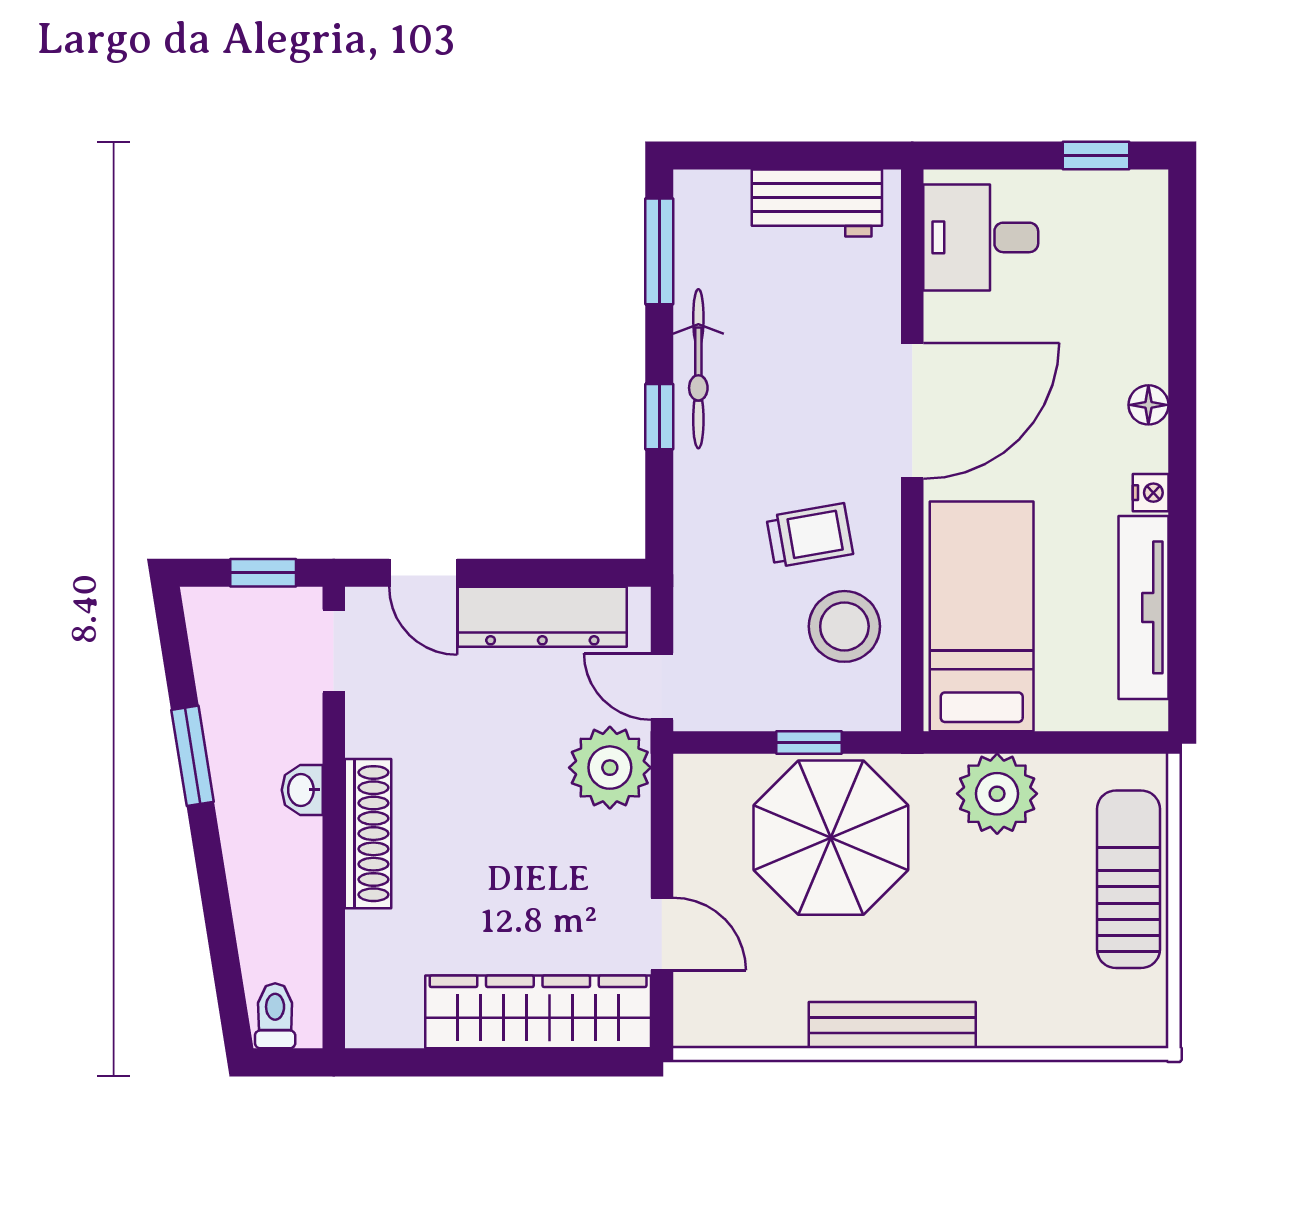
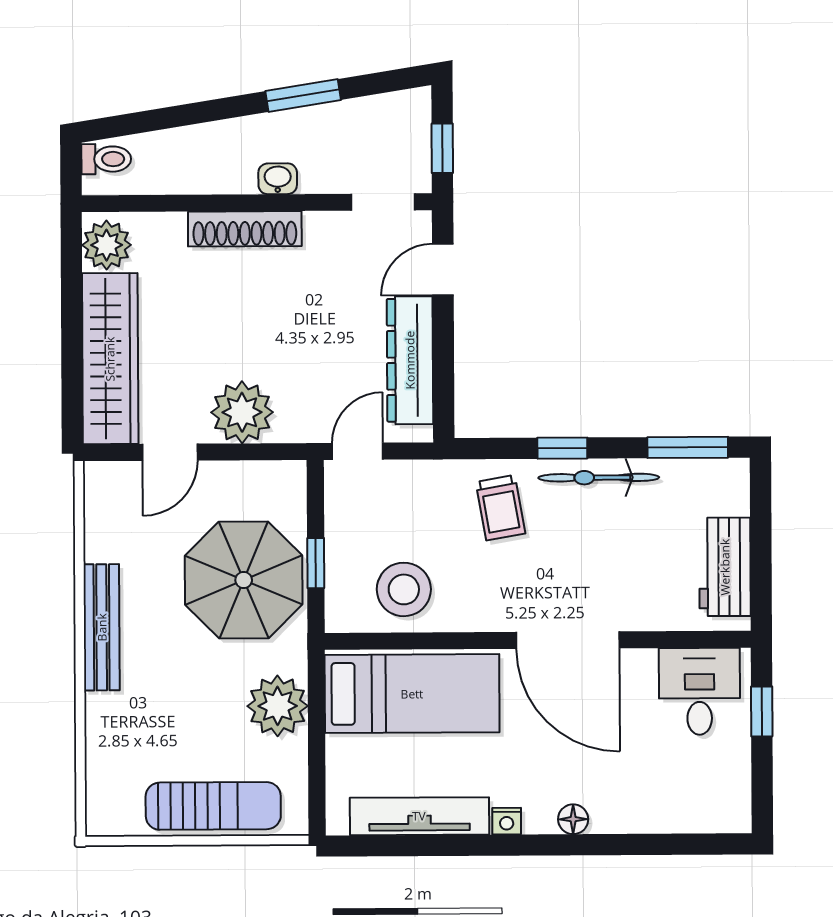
window: (1096, 156) -> (762, 711), moved
trolley: (810, 535) -> (500, 508), moved
plant: (610, 768) -> (242, 412), moved
plant: (388, 1016) -> (107, 245), added

